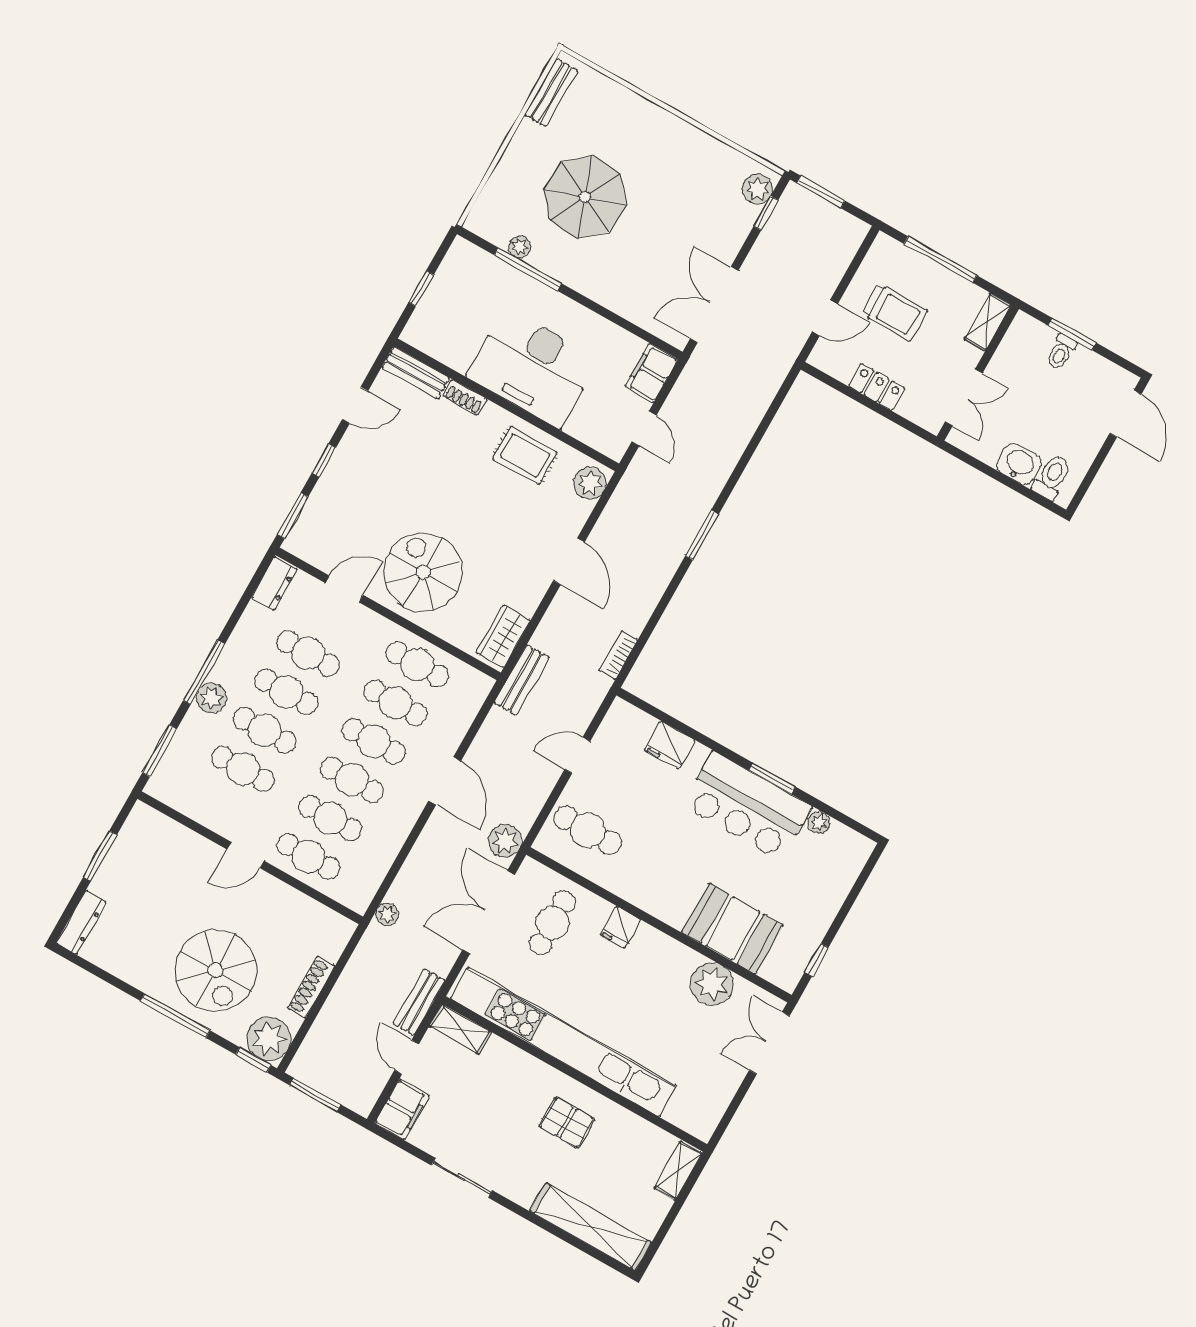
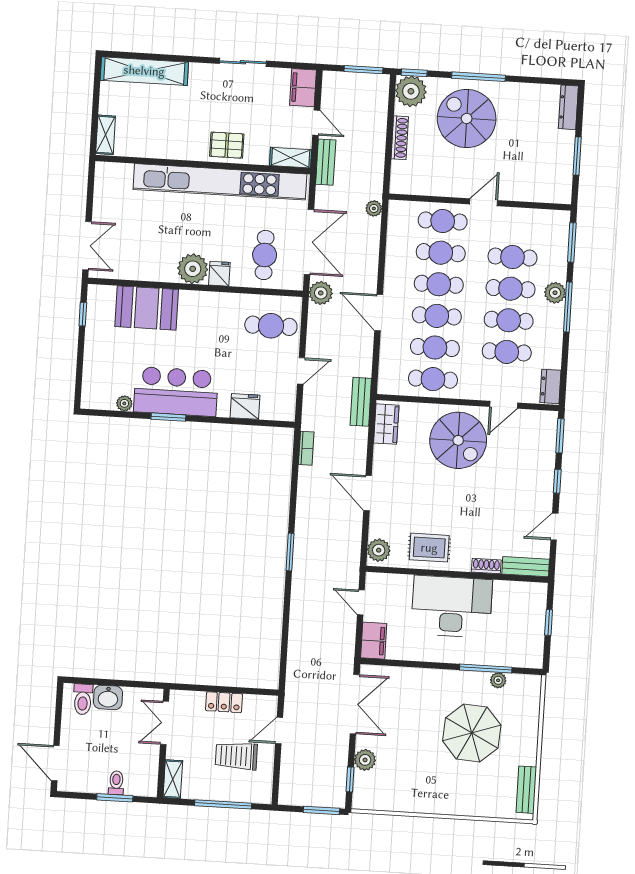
plant: (757, 189) -> (365, 760), moved
plant: (712, 984) -> (193, 269), moved
pallet: (567, 1123) -> (227, 145), moved

